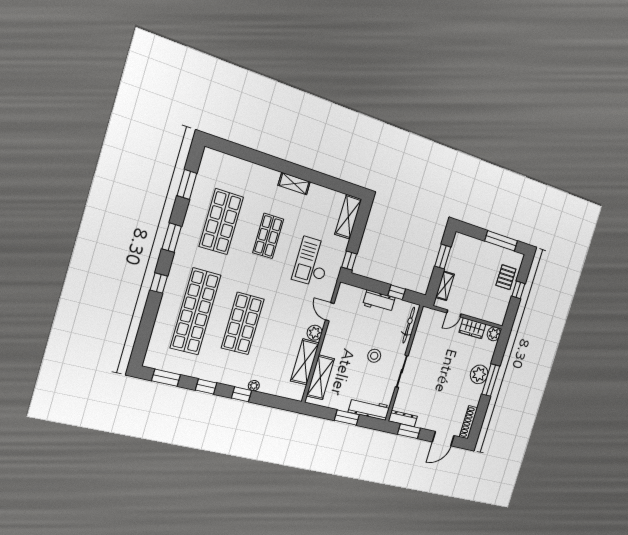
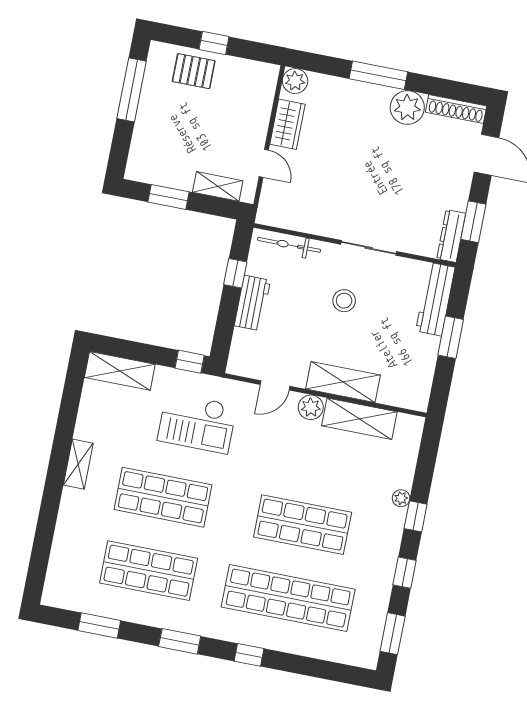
shop shelf: (268, 236) -> (163, 497), width x1.43, depth x1.36
plant: (479, 374) -> (407, 108), moved
shelving: (320, 377) -> (343, 382), moved

